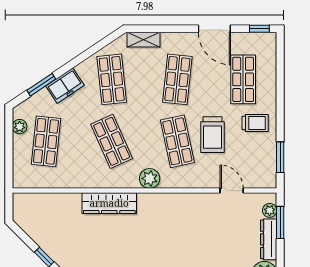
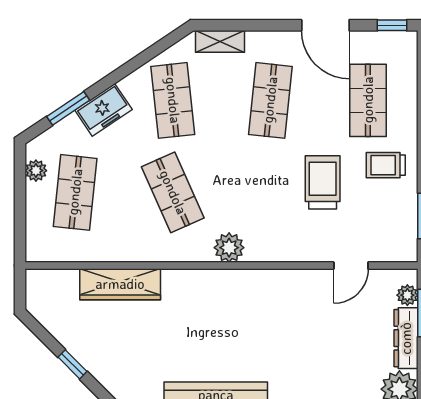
trolley: (255, 123) -> (386, 165), turned 180
trolley: (213, 135) -> (323, 182), turned 180
shop shelf: (177, 141) -> (270, 192), removed
door: (232, 191) -> (351, 266), swing flipped
wardrobe: (109, 203) -> (120, 284), moved

